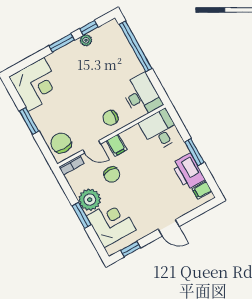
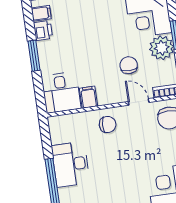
desk: (141, 95) -> (71, 164), moved
filing cabinet: (116, 145) -> (89, 97), moved
printer: (188, 172) -> (43, 31), width x0.53, depth x0.68

